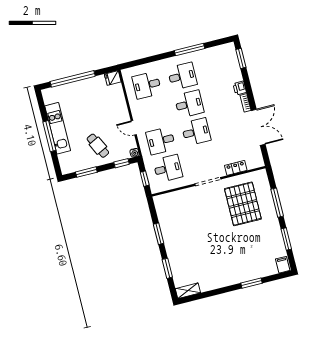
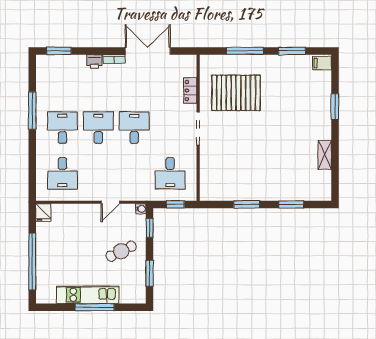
desk: (161, 141) -> (134, 173), removed
desk: (168, 168) -> (170, 173), turned 180
shelving: (188, 291) -> (325, 155), moved

